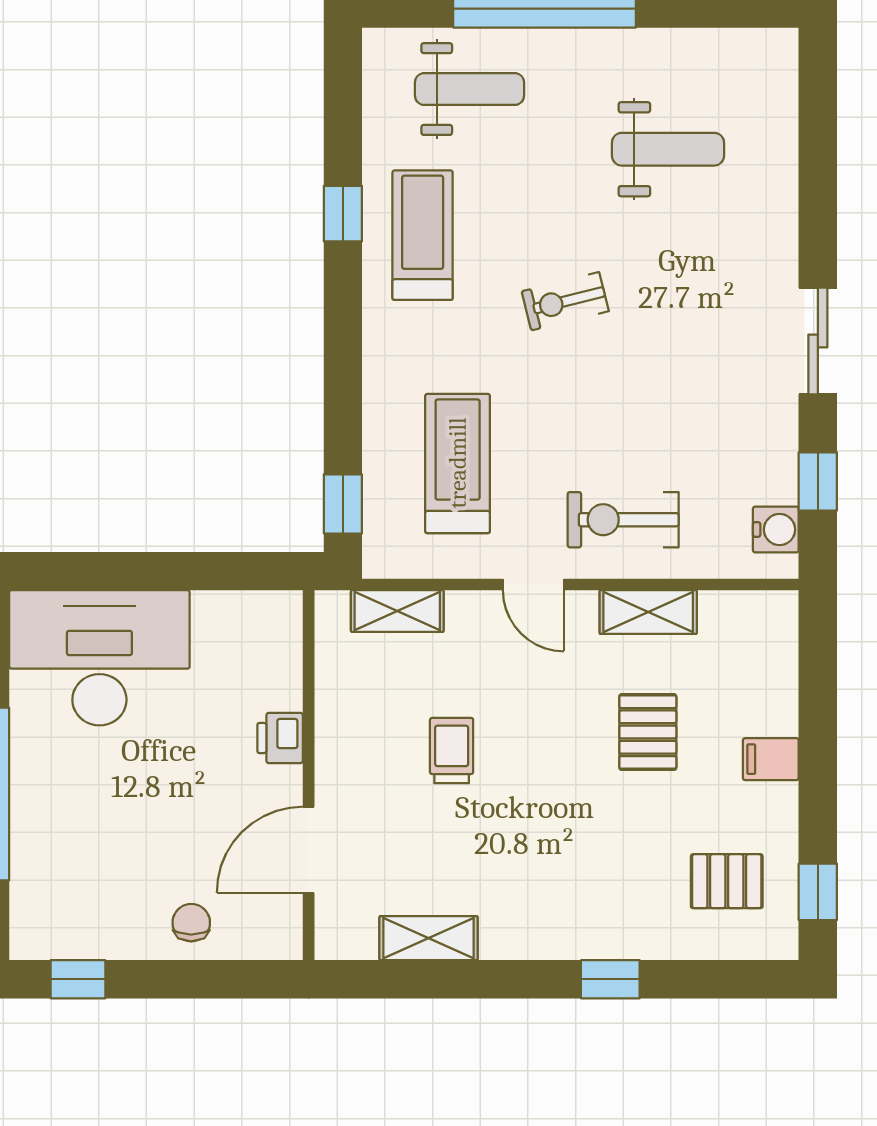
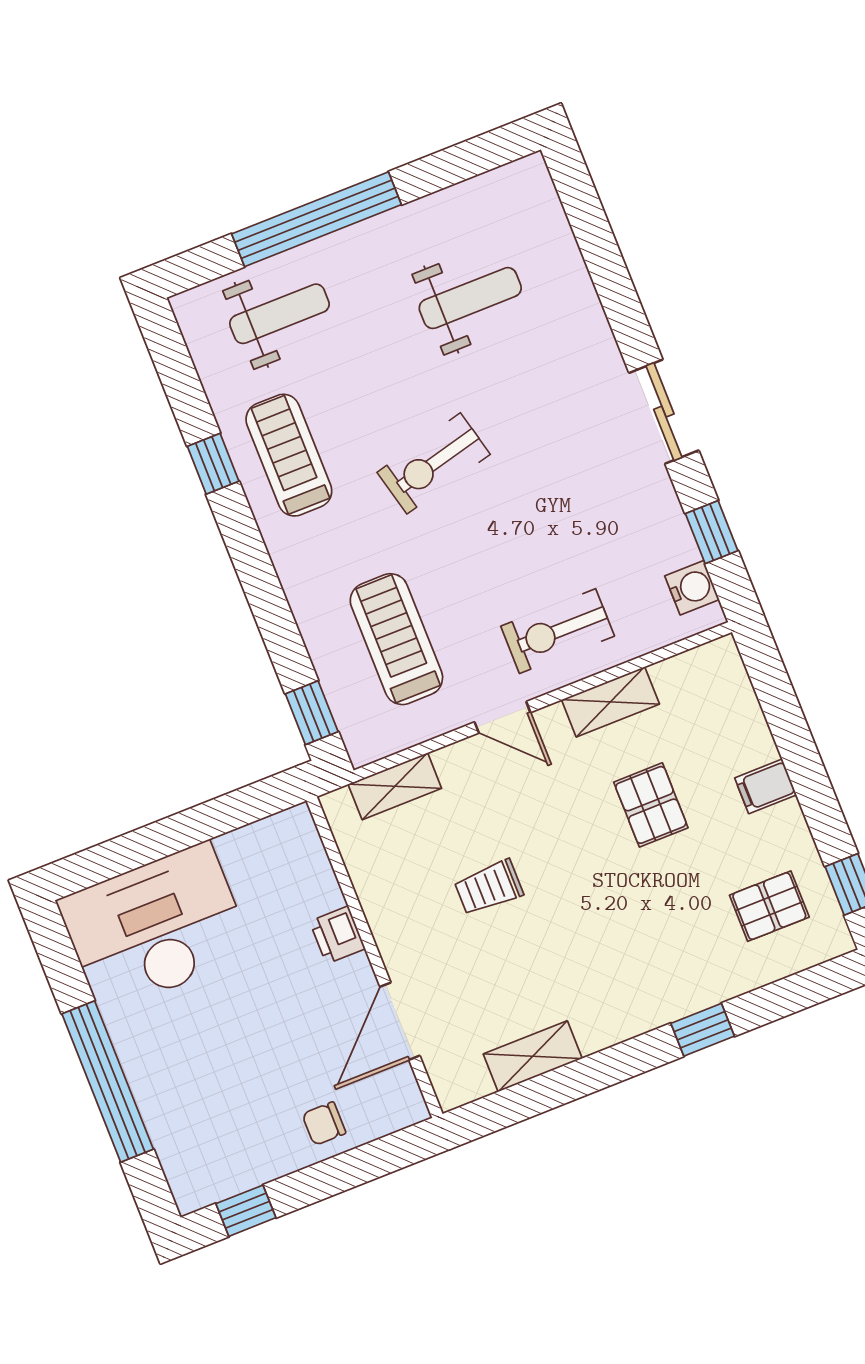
exercise bike: (565, 301) -> (434, 463), width x1.38, depth x1.39
trolley: (452, 750) -> (489, 887), turned -90
chair: (191, 923) -> (324, 1124), turned -90

